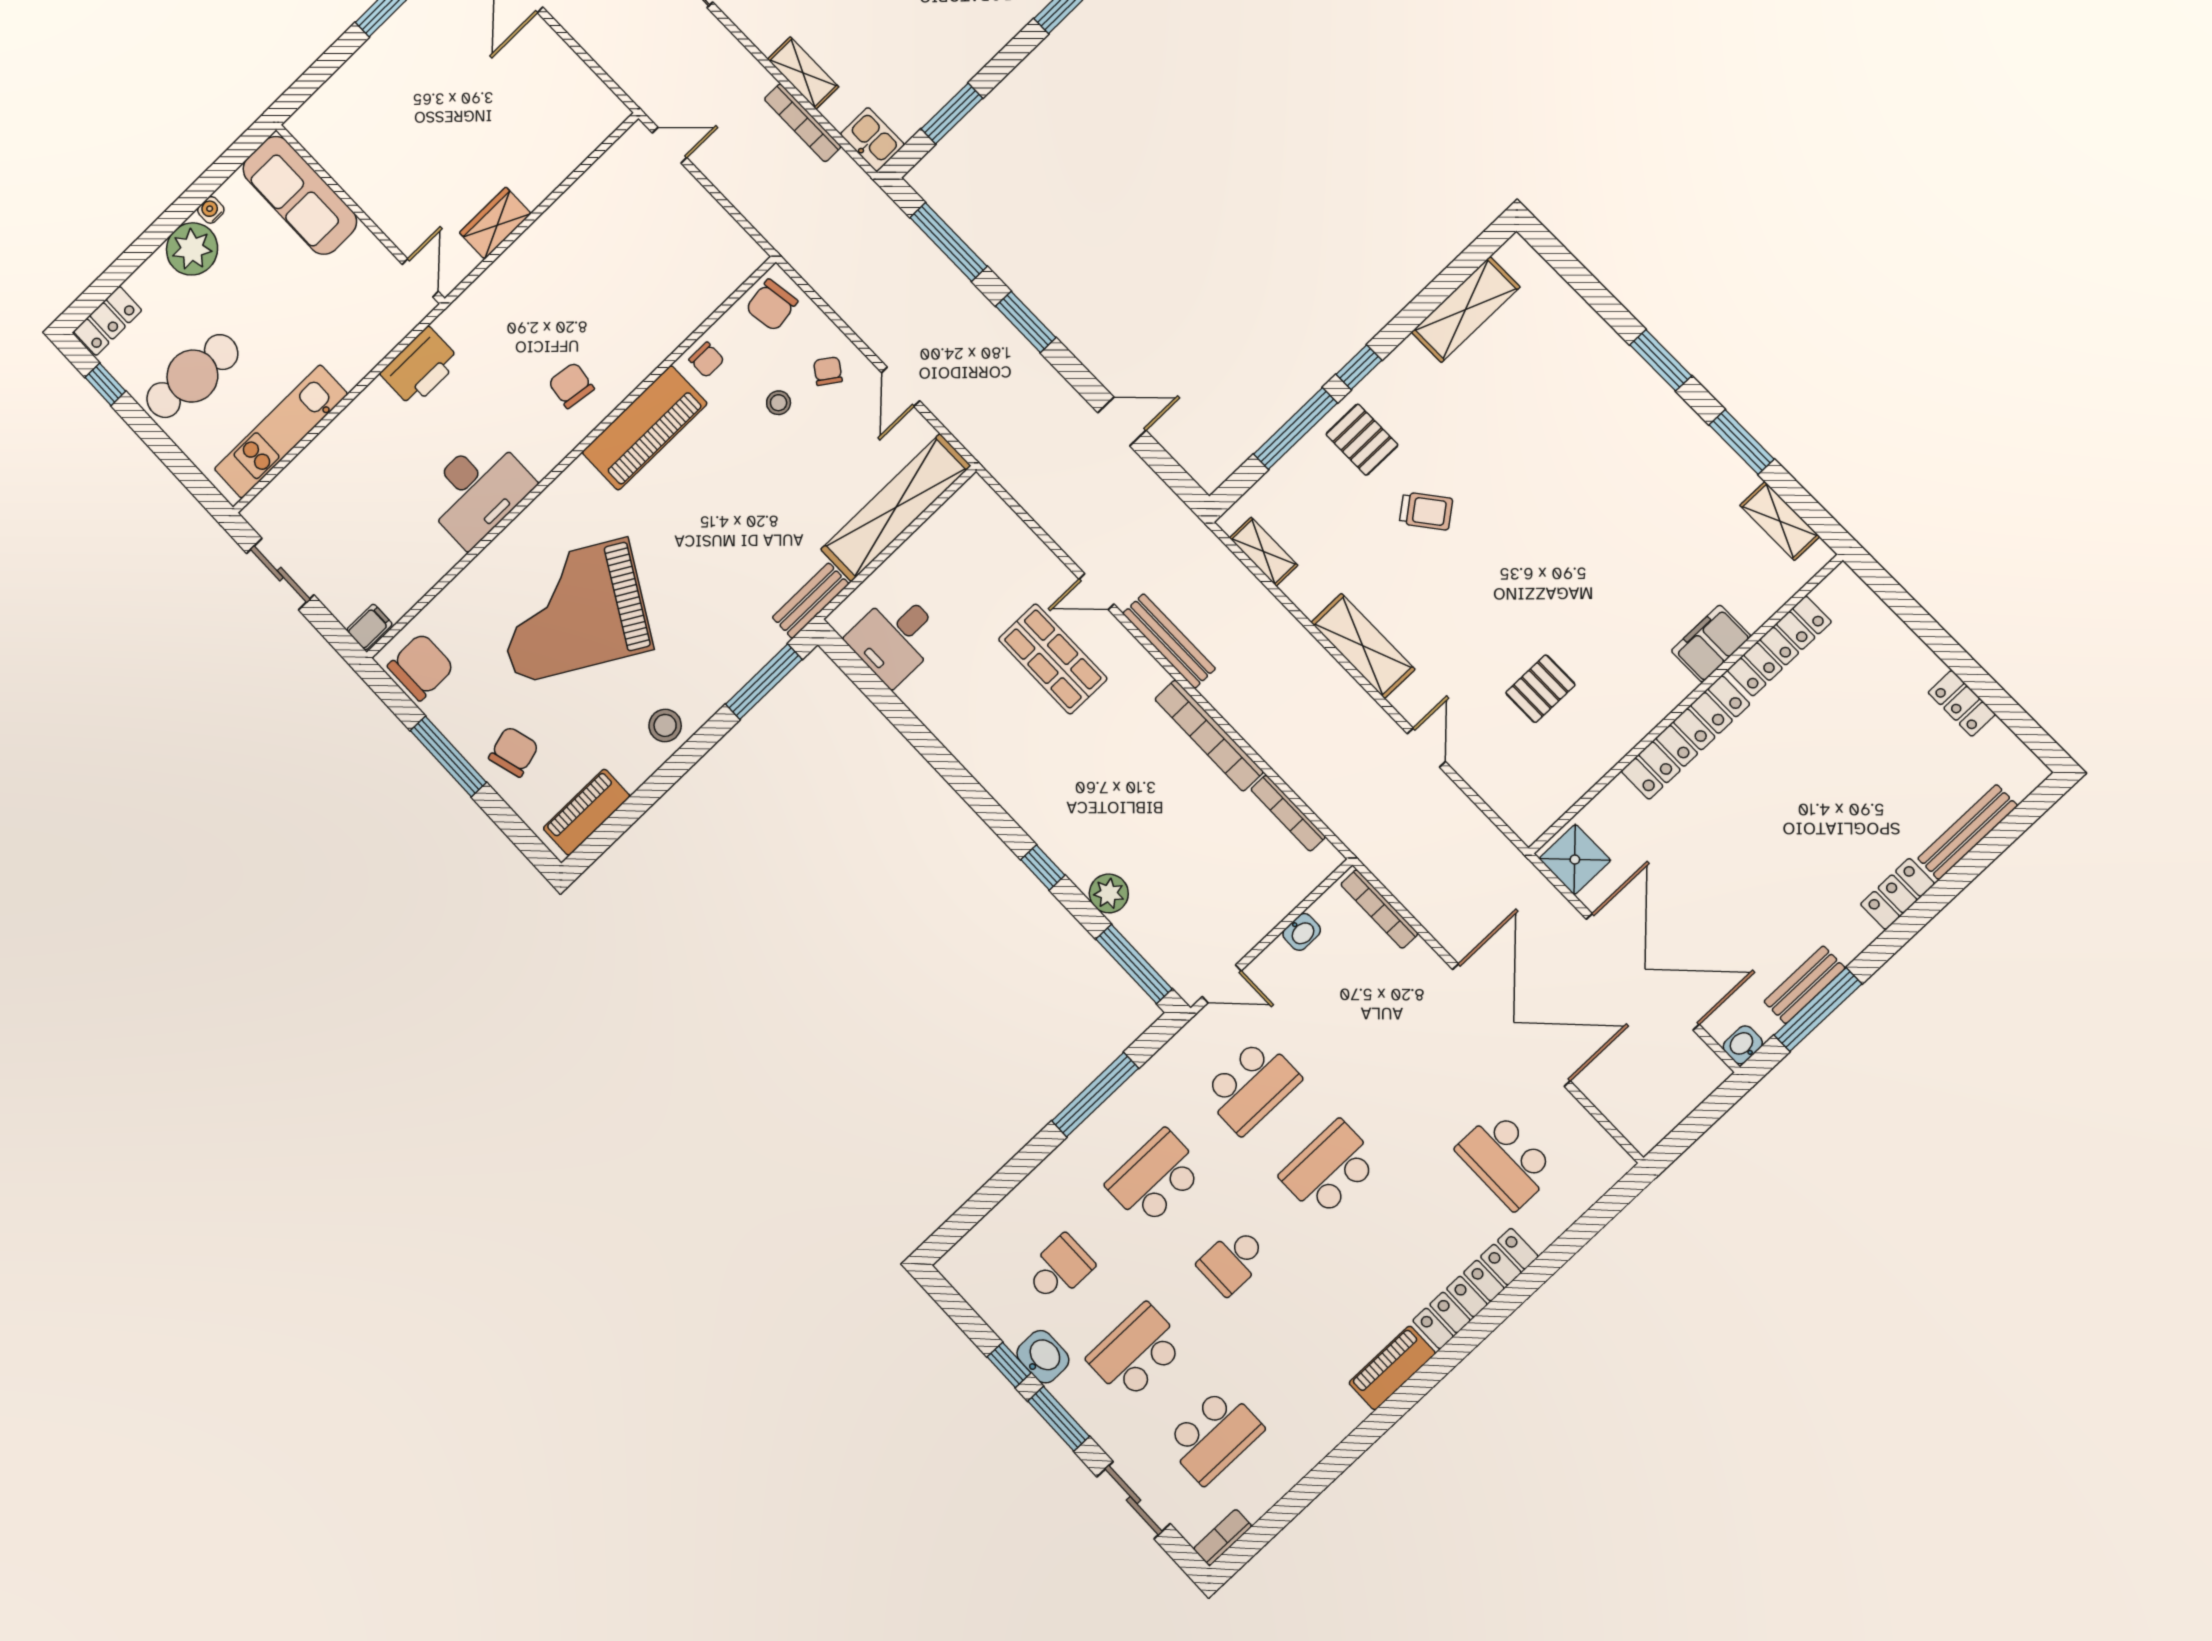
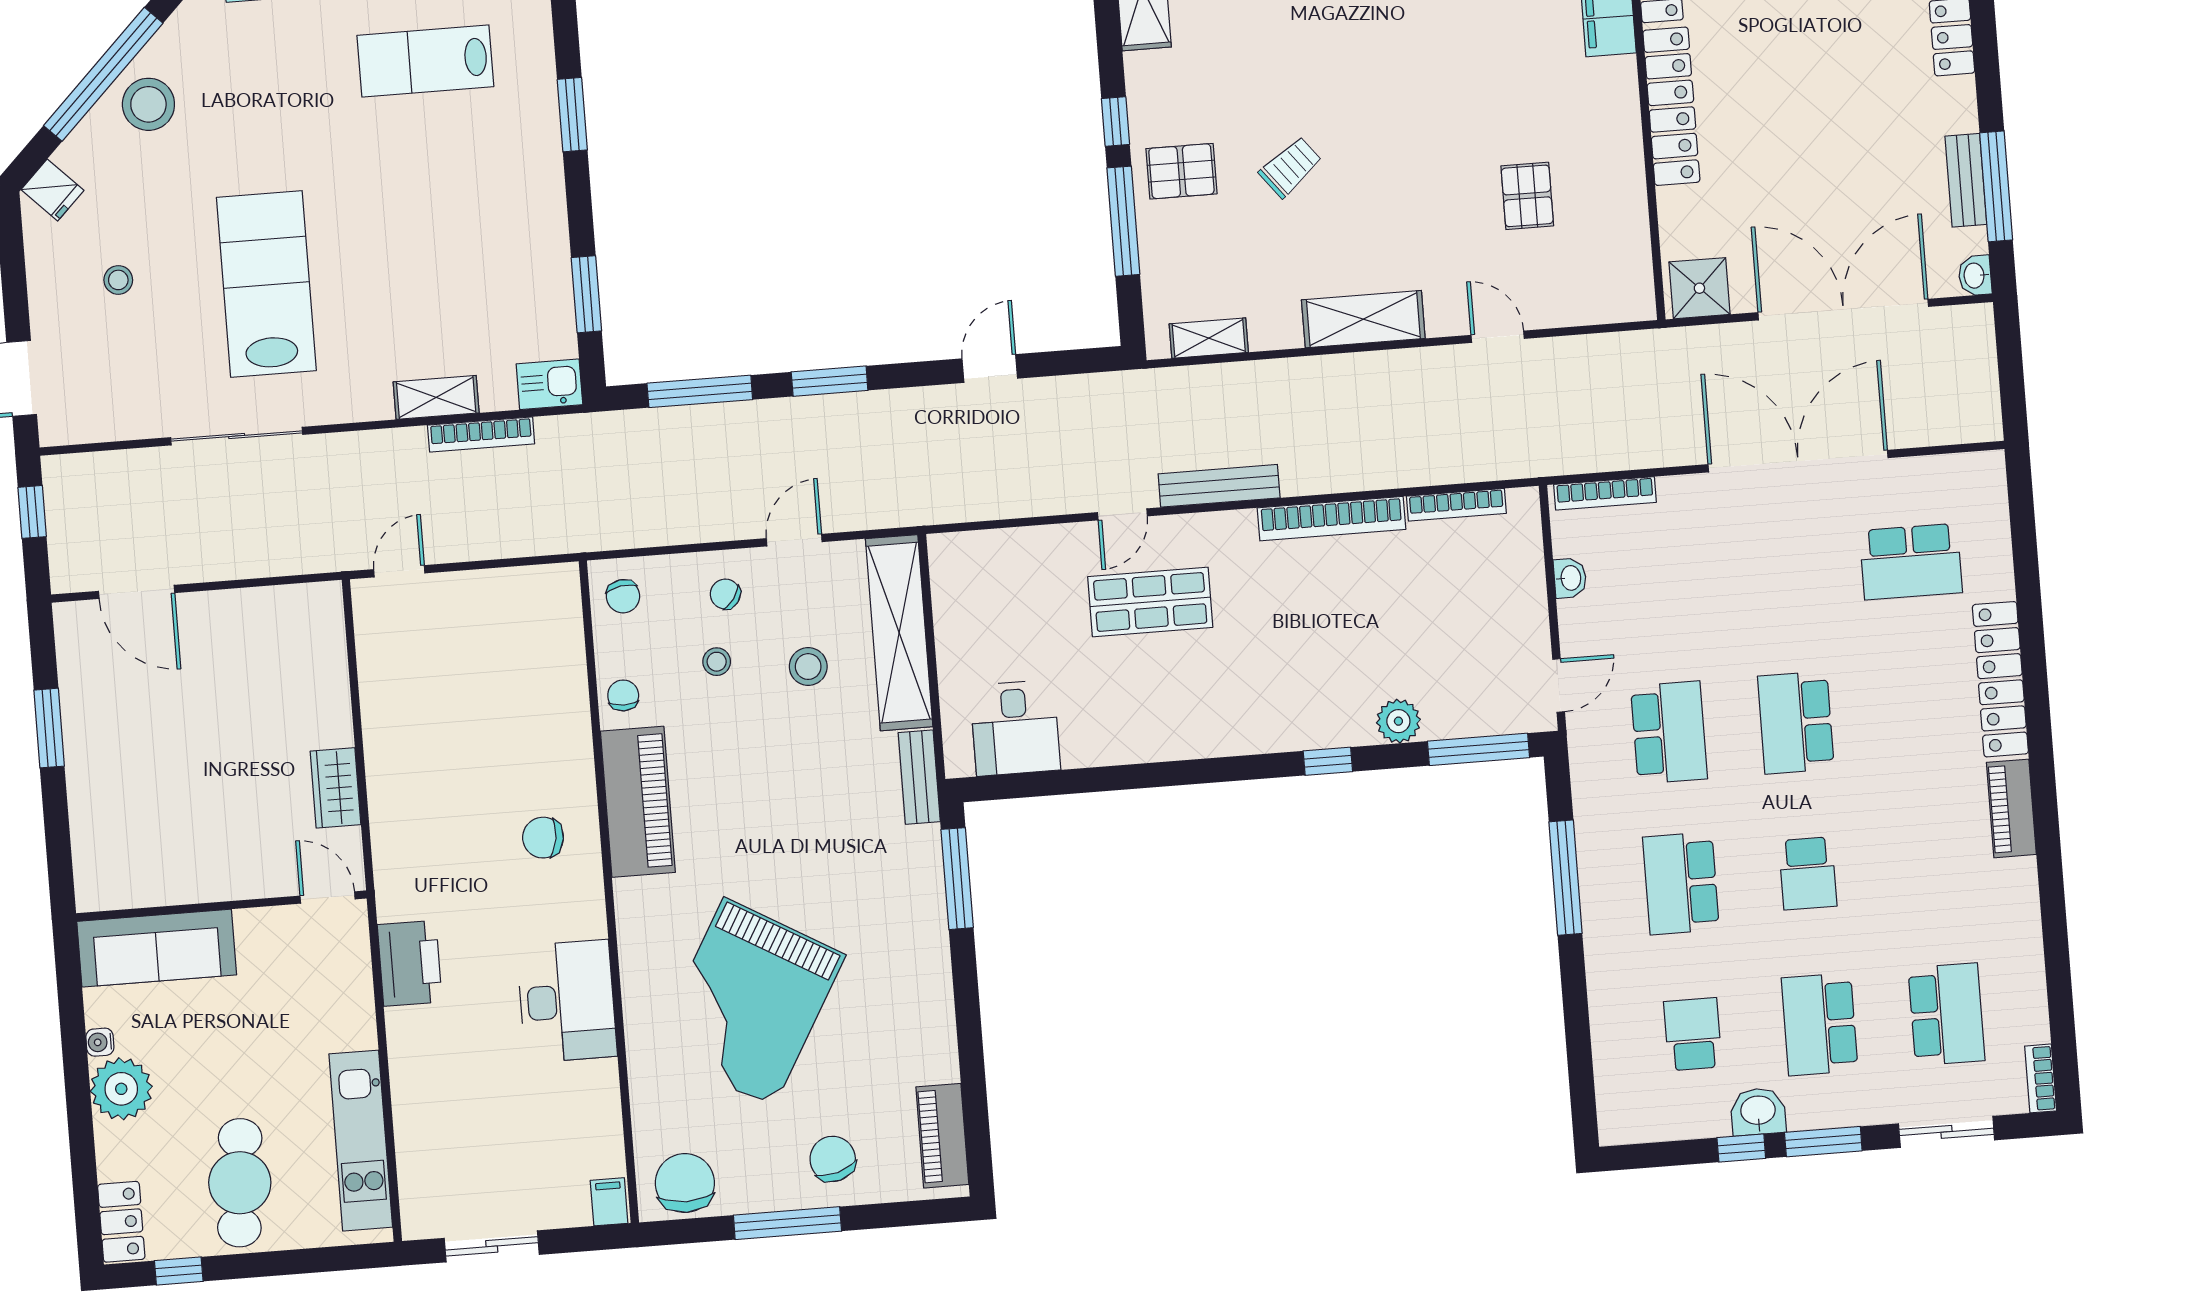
chair: (772, 305) -> (623, 596), width x0.73, depth x0.73
chair: (707, 360) -> (623, 695), turned -90
door: (901, 387) -> (794, 540), swing flipped
stool: (665, 725) -> (808, 667), moved

